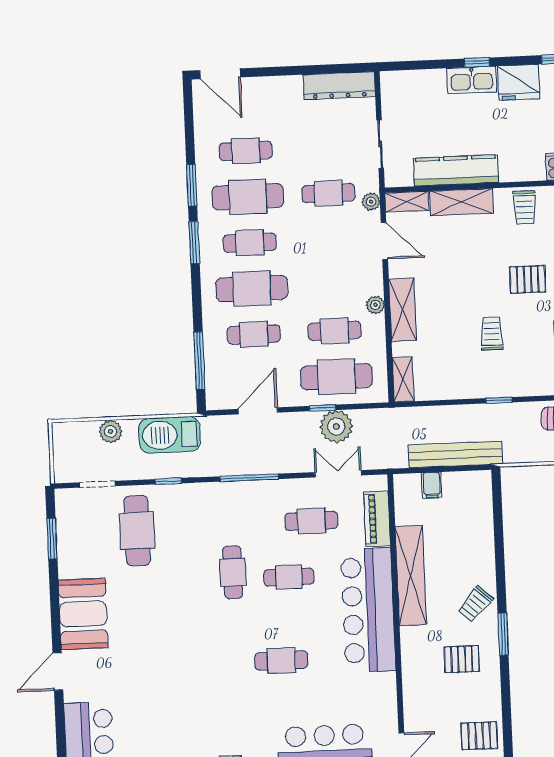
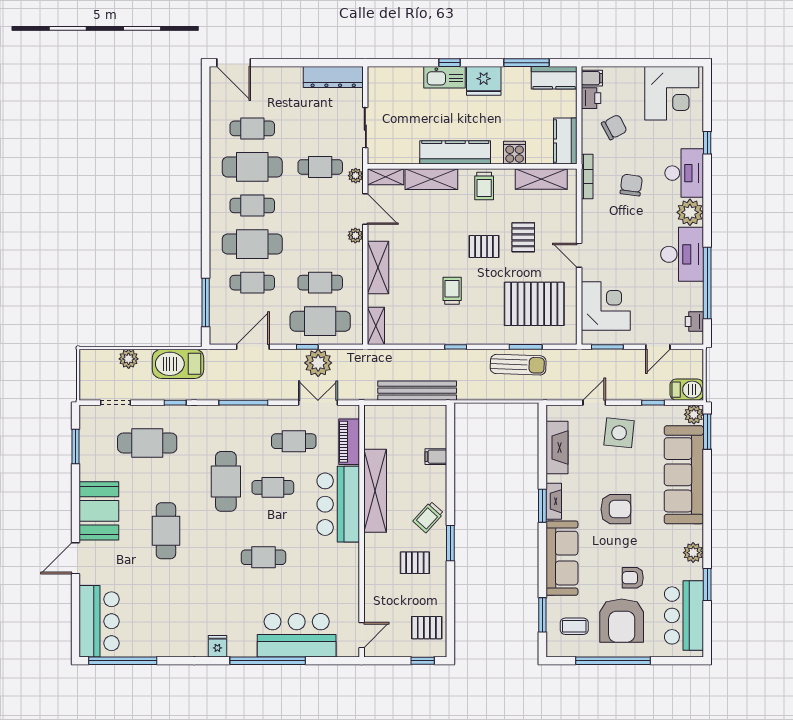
kitchen counter: (456, 170) -> (455, 152), moved
window: (192, 185) -> (206, 155), removed
window: (194, 243) -> (206, 204), removed
plant: (375, 305) -> (355, 235), moved
filing cabinet: (432, 485) -> (436, 457), moved, turned 90
cafe table: (137, 531) -> (147, 443), turned 90
cafe table: (233, 572) -> (226, 481), width x1.37, depth x1.35
bar counter: (368, 610) -> (338, 504), width x0.73
cafe table: (164, 634) -> (166, 531), added

